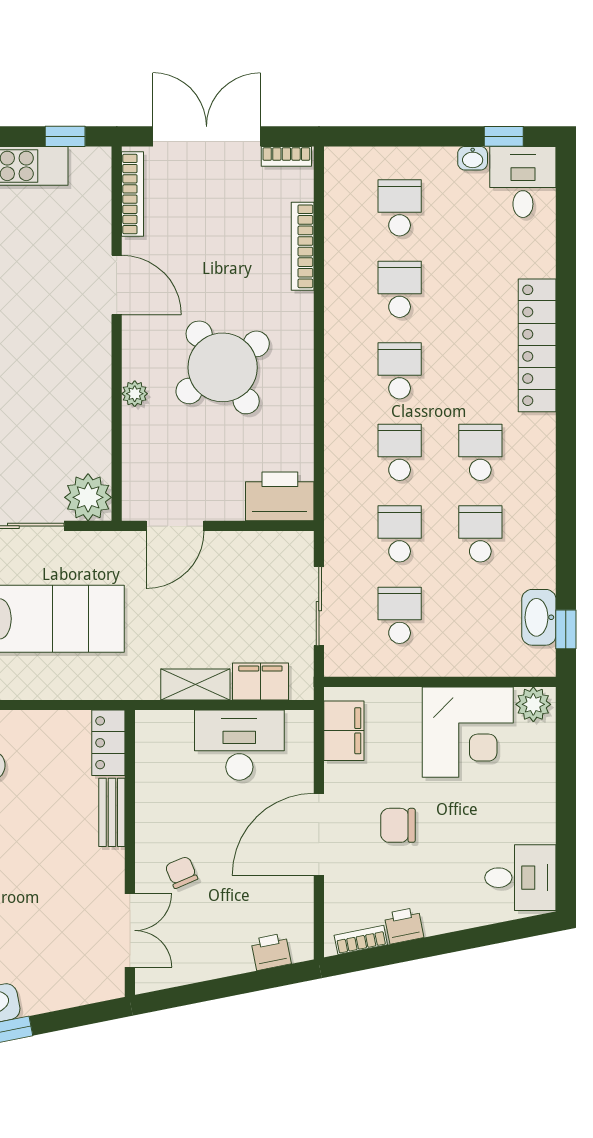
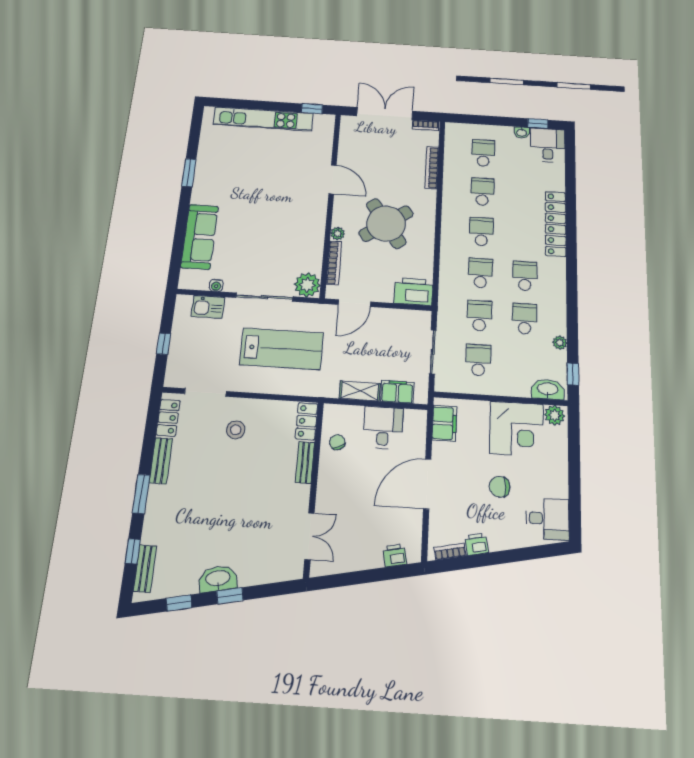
bookcase: (133, 194) -> (334, 263), moved
plant: (543, 574) -> (560, 343), added
washbasin: (539, 617) -> (548, 389), moved, turned 90
desk: (239, 745) -> (383, 428), width x0.73
chair: (398, 825) -> (500, 487), moved
chair: (181, 872) -> (337, 442), moved

